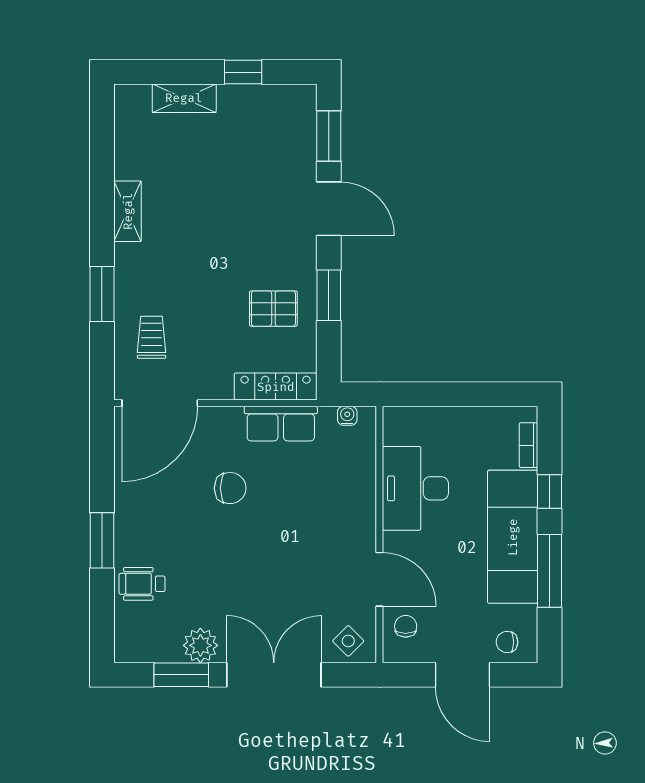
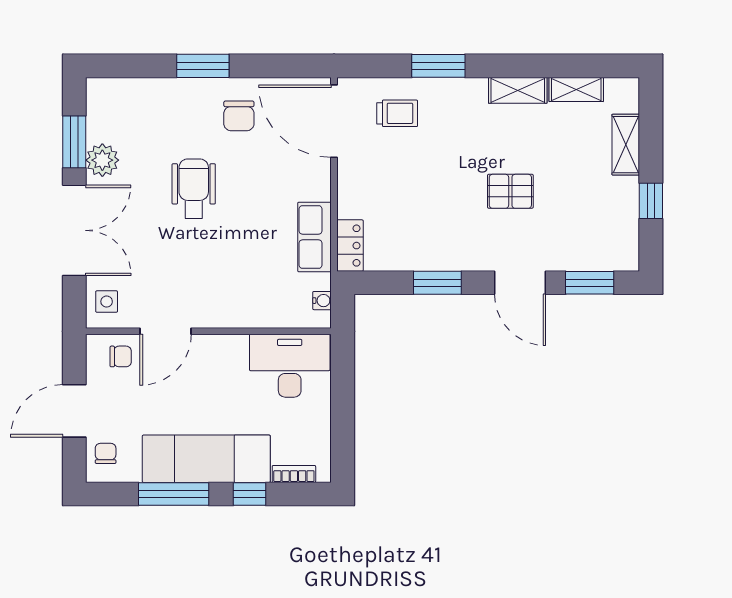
shelving: (127, 150) -> (576, 90), added
door: (329, 209) -> (520, 283), hinge flipped
pallet: (273, 309) -> (510, 191), moved, turned 90
locker: (276, 387) -> (350, 246), width x0.66
chair: (230, 488) -> (239, 116), moved
desk: (415, 488) -> (290, 366), moved
wheelchair: (142, 584) -> (194, 189), moved, width x1.36, depth x1.37
side table: (348, 641) -> (107, 302), turned 45

